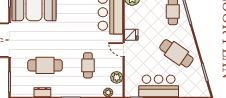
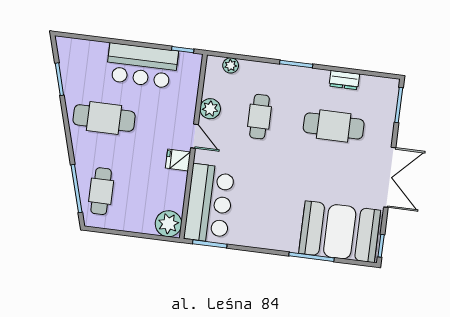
cafe table: (176, 53) -> (104, 118), turned -35
plant: (117, 77) -> (210, 109), moved

